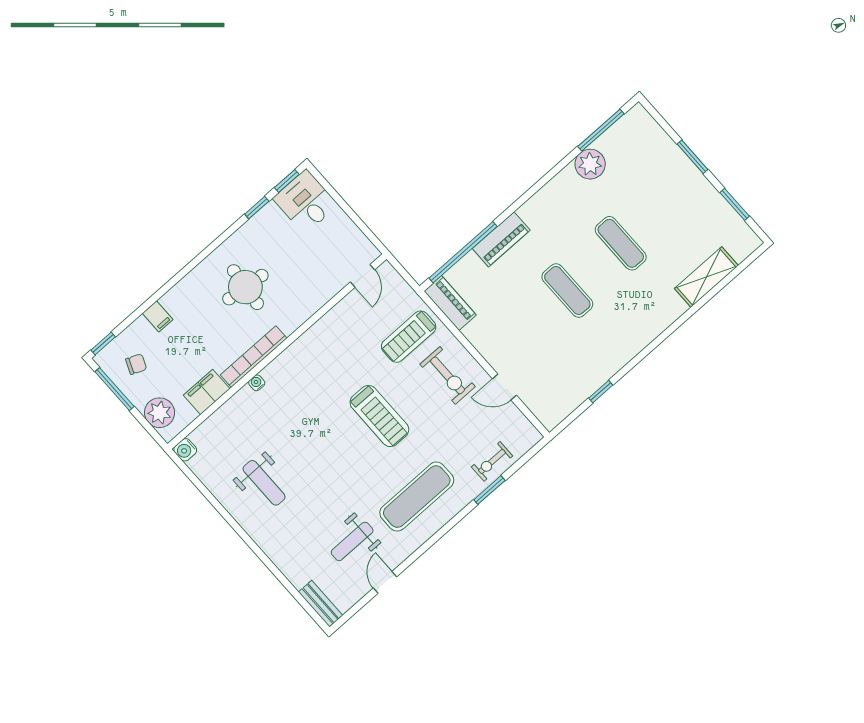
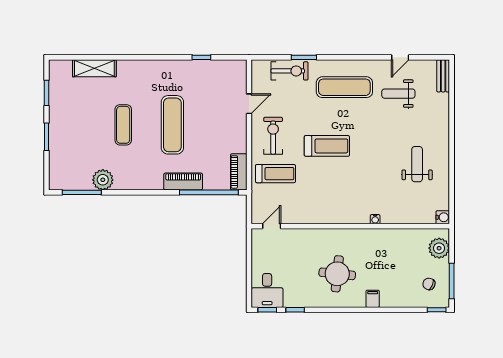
exercise mat: (567, 291) -> (172, 125), width x1.36, depth x1.45
filing cabinet: (158, 316) -> (373, 299), moved
bookcase: (254, 357) -> (365, 234), removed
door: (504, 387) -> (249, 104), hinge flipped
filing cabinet: (207, 392) -> (405, 237), removed
treadmill: (379, 416) -> (327, 146), turned 90
exercise bike: (492, 461) -> (290, 71), width x1.38, depth x1.39
weight bench: (352, 541) -> (398, 94), turned 180

